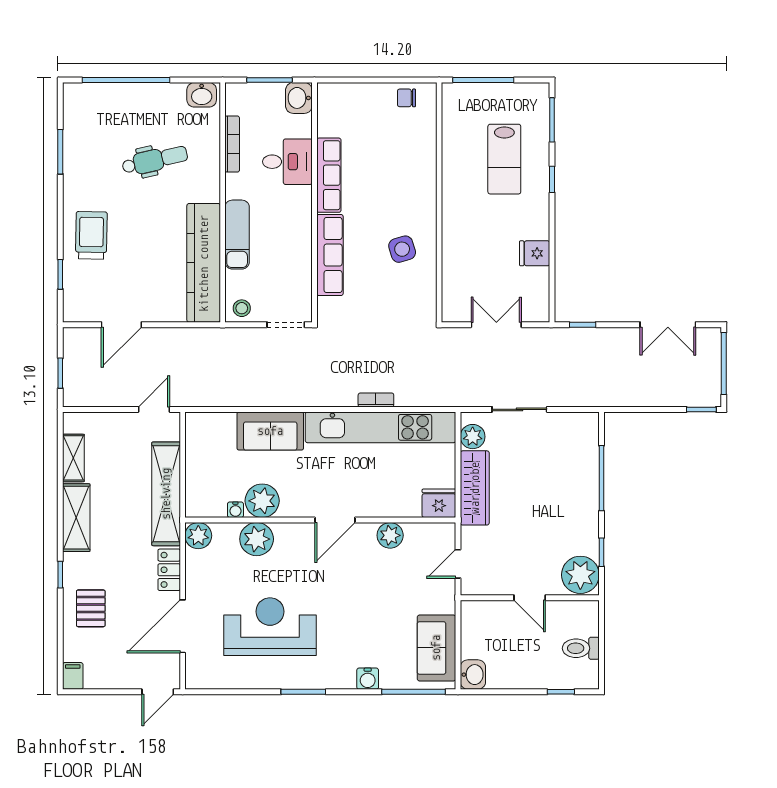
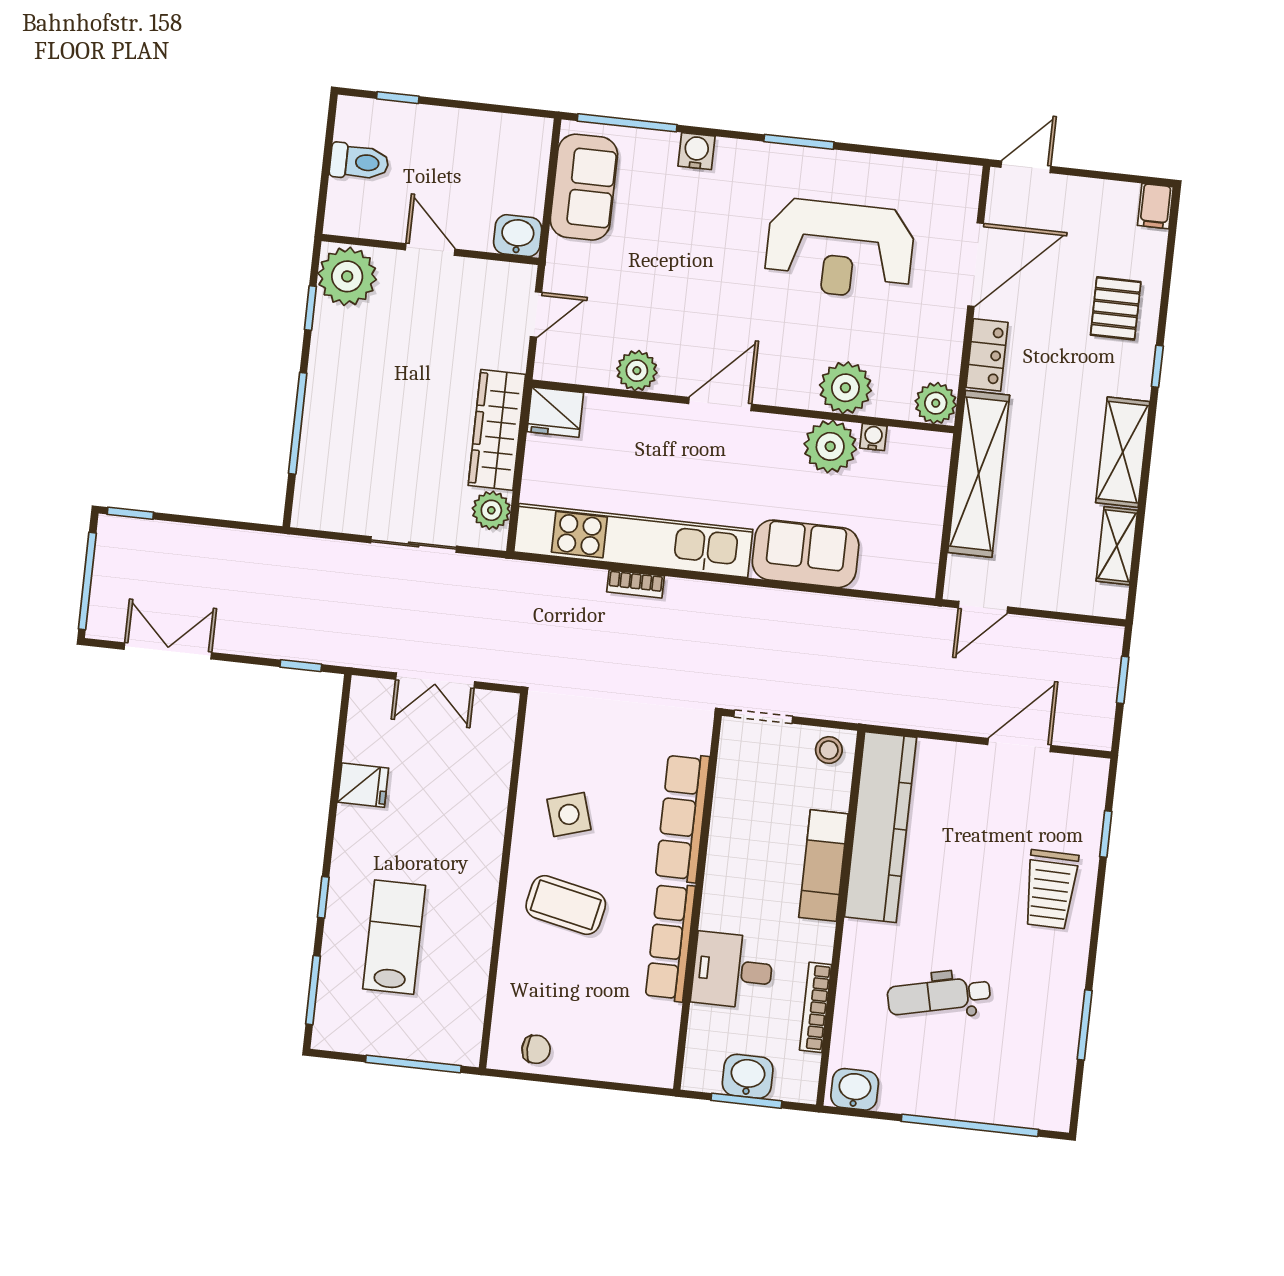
washbasin: (299, 98) -> (748, 1076), moved, turned -90
coffee table: (398, 191) -> (566, 905), added
washbasin: (473, 675) -> (518, 236), moved, turned 90

